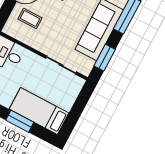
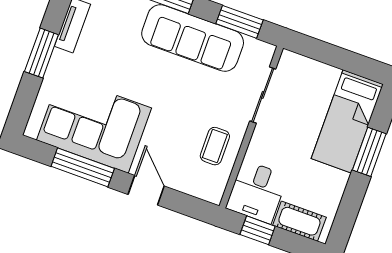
coffee table: (30, 19) -> (215, 146), moved

